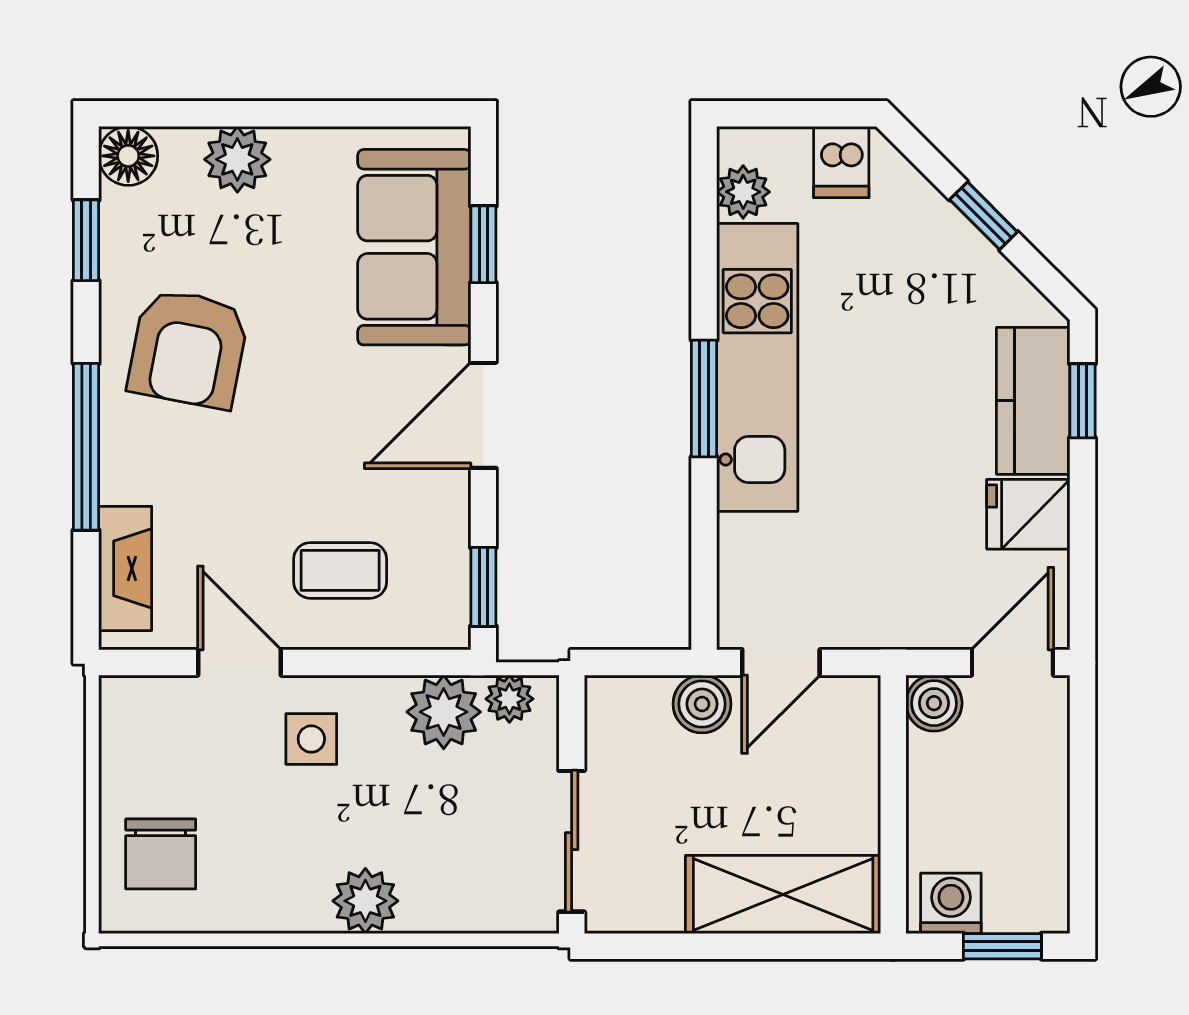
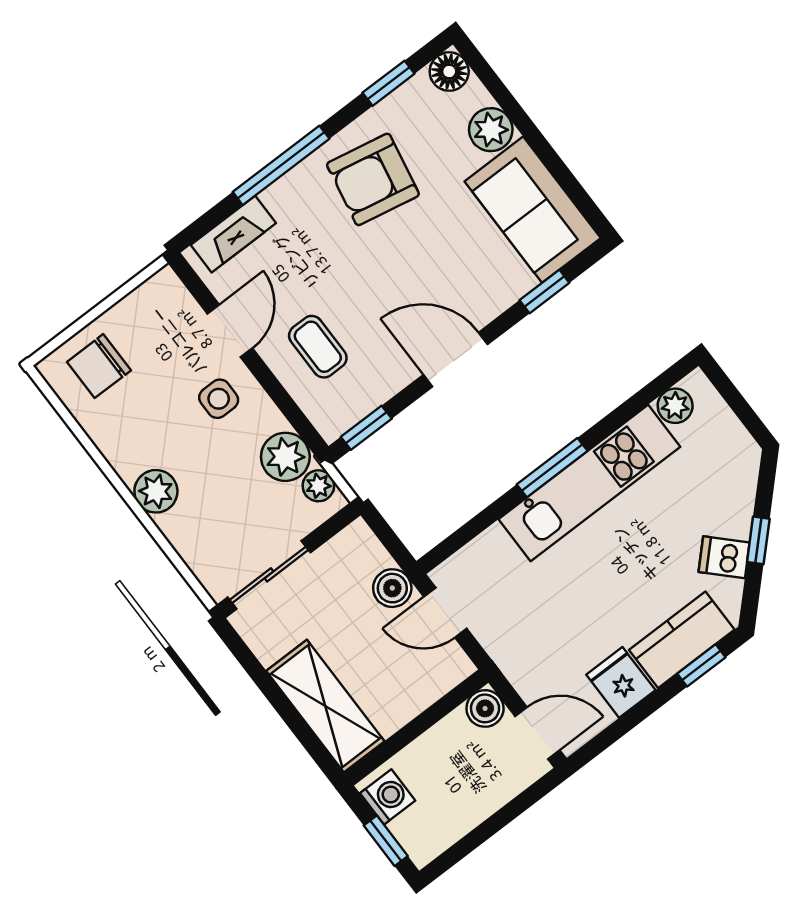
dishwasher: (841, 162) -> (724, 557), moved, turned 45
sofa: (414, 247) -> (533, 210), moved, turned -90

